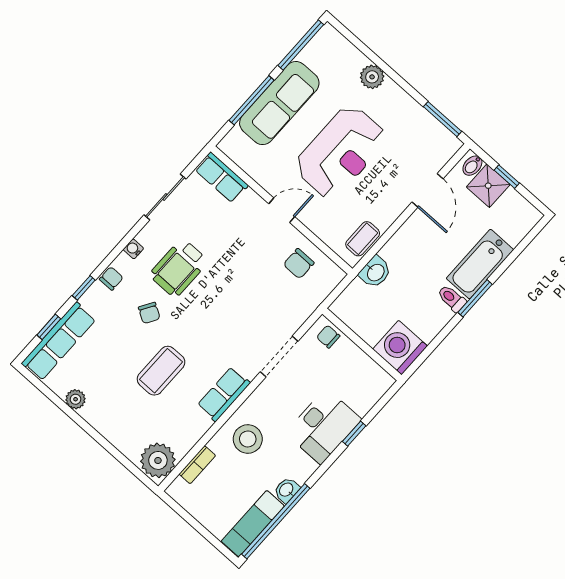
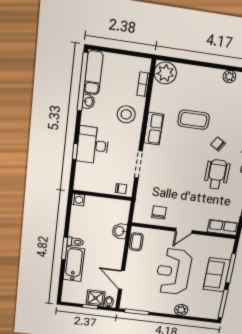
sofa: (279, 103) -> (217, 275), width x0.73
washing machine: (400, 348) -> (78, 200), width x0.53, depth x0.53
coffee table: (161, 371) -> (194, 120), turned 90

